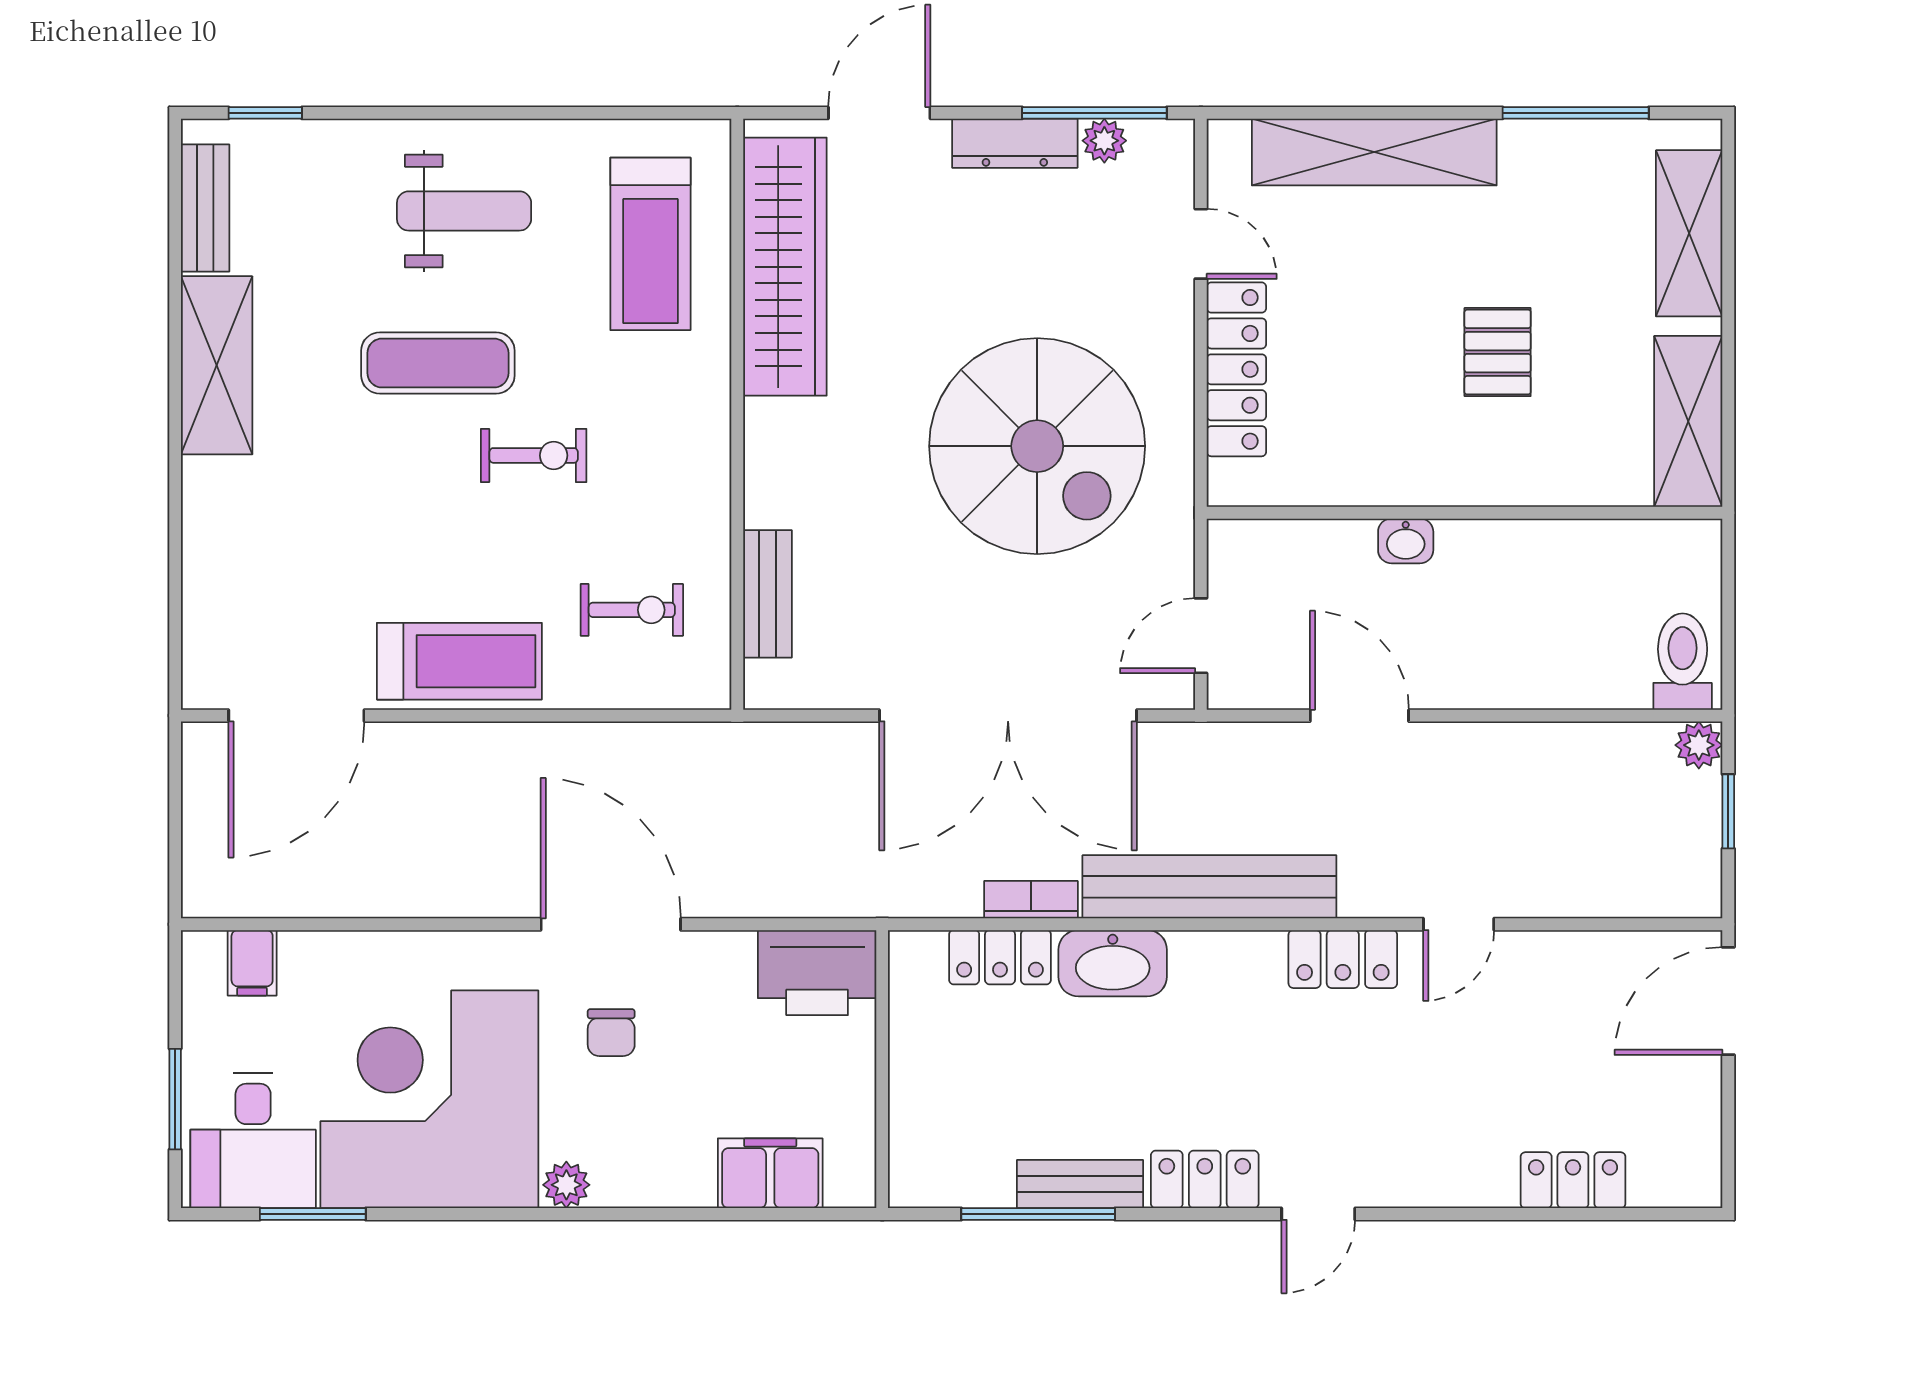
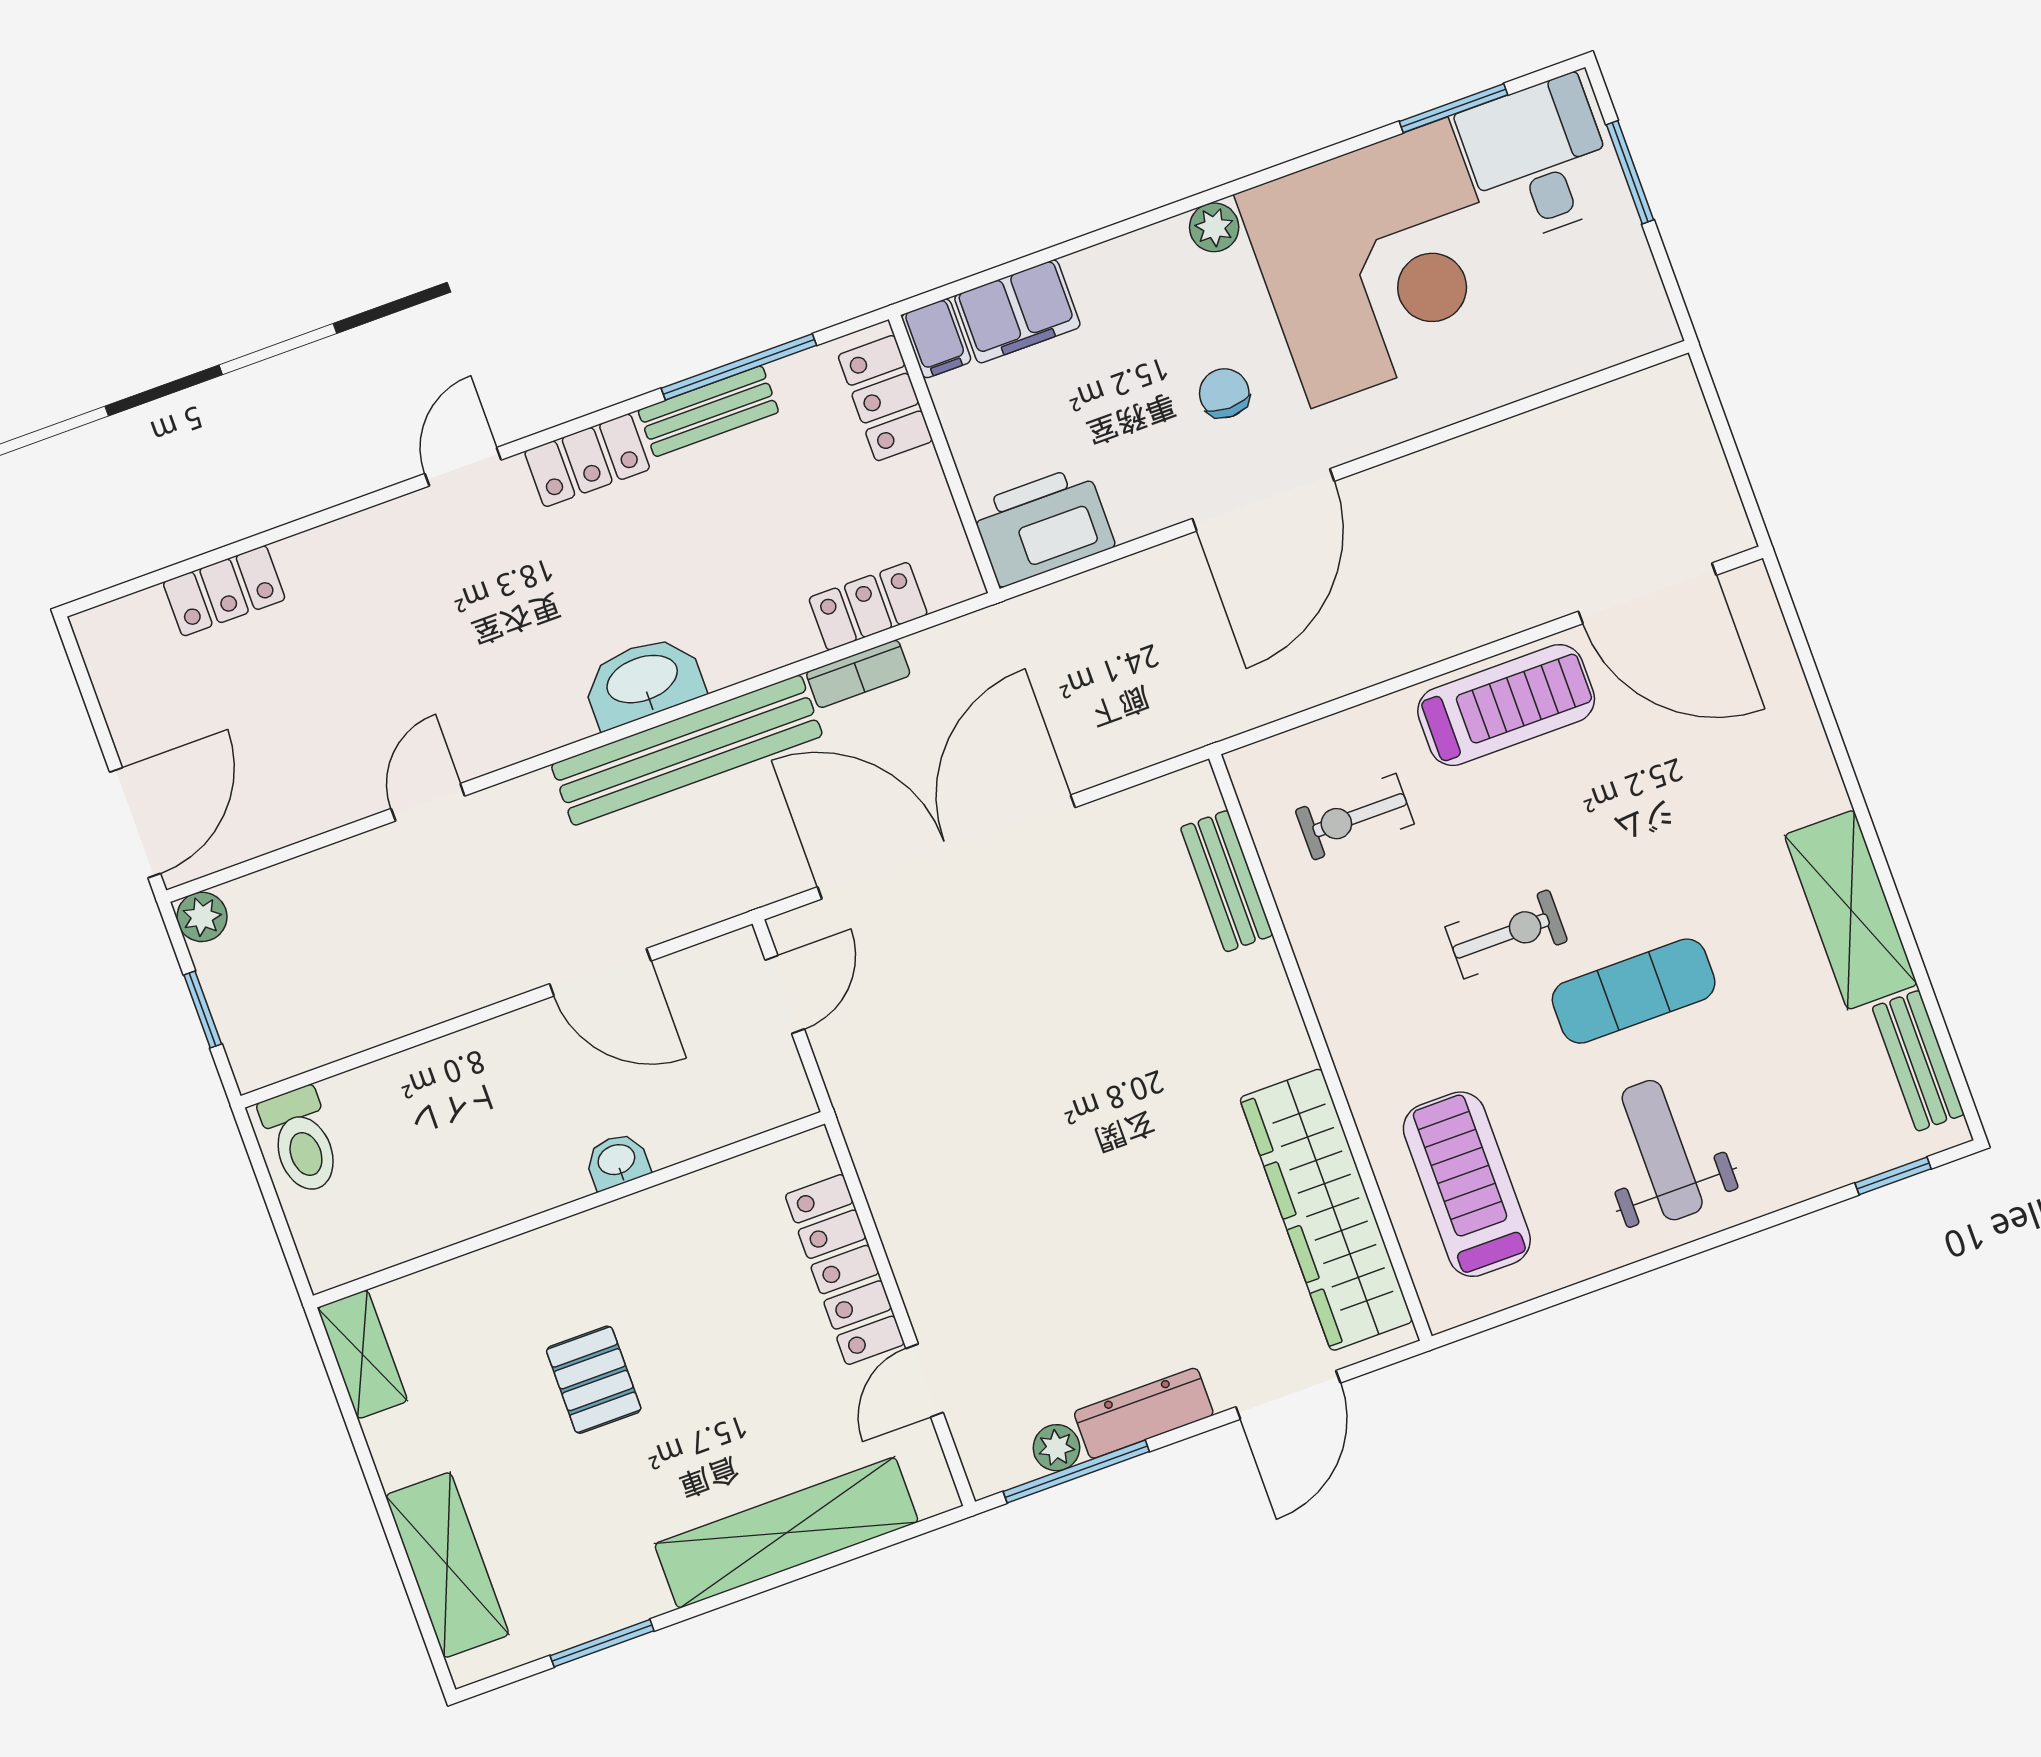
window: (1576, 113) -> (602, 1643), width x0.69
weight bench: (464, 211) -> (1662, 1150), turned 90
door: (1201, 244) -> (925, 1380), hinge flipped
shelving: (1688, 421) -> (363, 1354), width x0.67, depth x0.75
spiral stairs: (1037, 446) -> (1014, 1123), removed
exercise bike: (534, 455) -> (1506, 934), turned 180
treadmill: (459, 661) -> (1506, 705), turned 180
door: (296, 716) -> (1647, 593), swing flipped
plant: (1699, 745) -> (202, 917), moved
door: (611, 924) -> (1263, 500), hinge flipped
locker: (1343, 959) -> (885, 398), moved, turned -90
filing cabinet: (252, 963) -> (936, 338), moved, turned 180
washbasin: (1113, 963) -> (643, 681), moved

